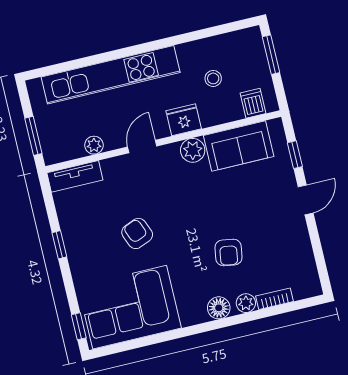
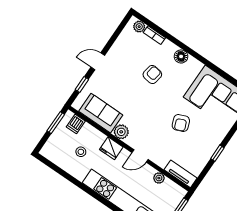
window: (271, 55) -> (56, 123), moved
plant: (246, 303) -> (139, 27), moved

